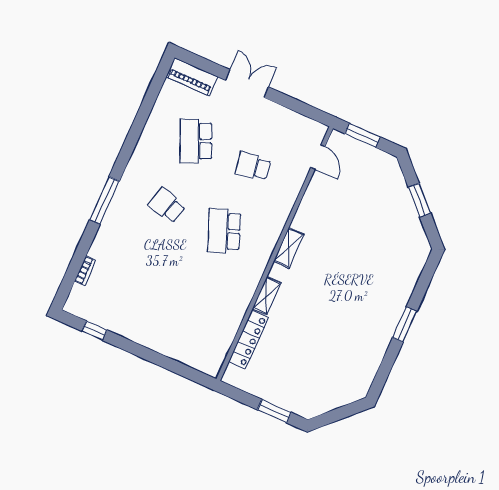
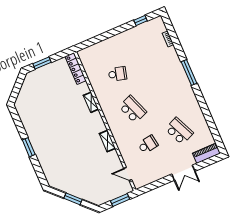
school desk: (167, 205) -> (117, 74), moved
shelving: (289, 248) -> (107, 141), moved
locker: (248, 340) -> (76, 68), moved

